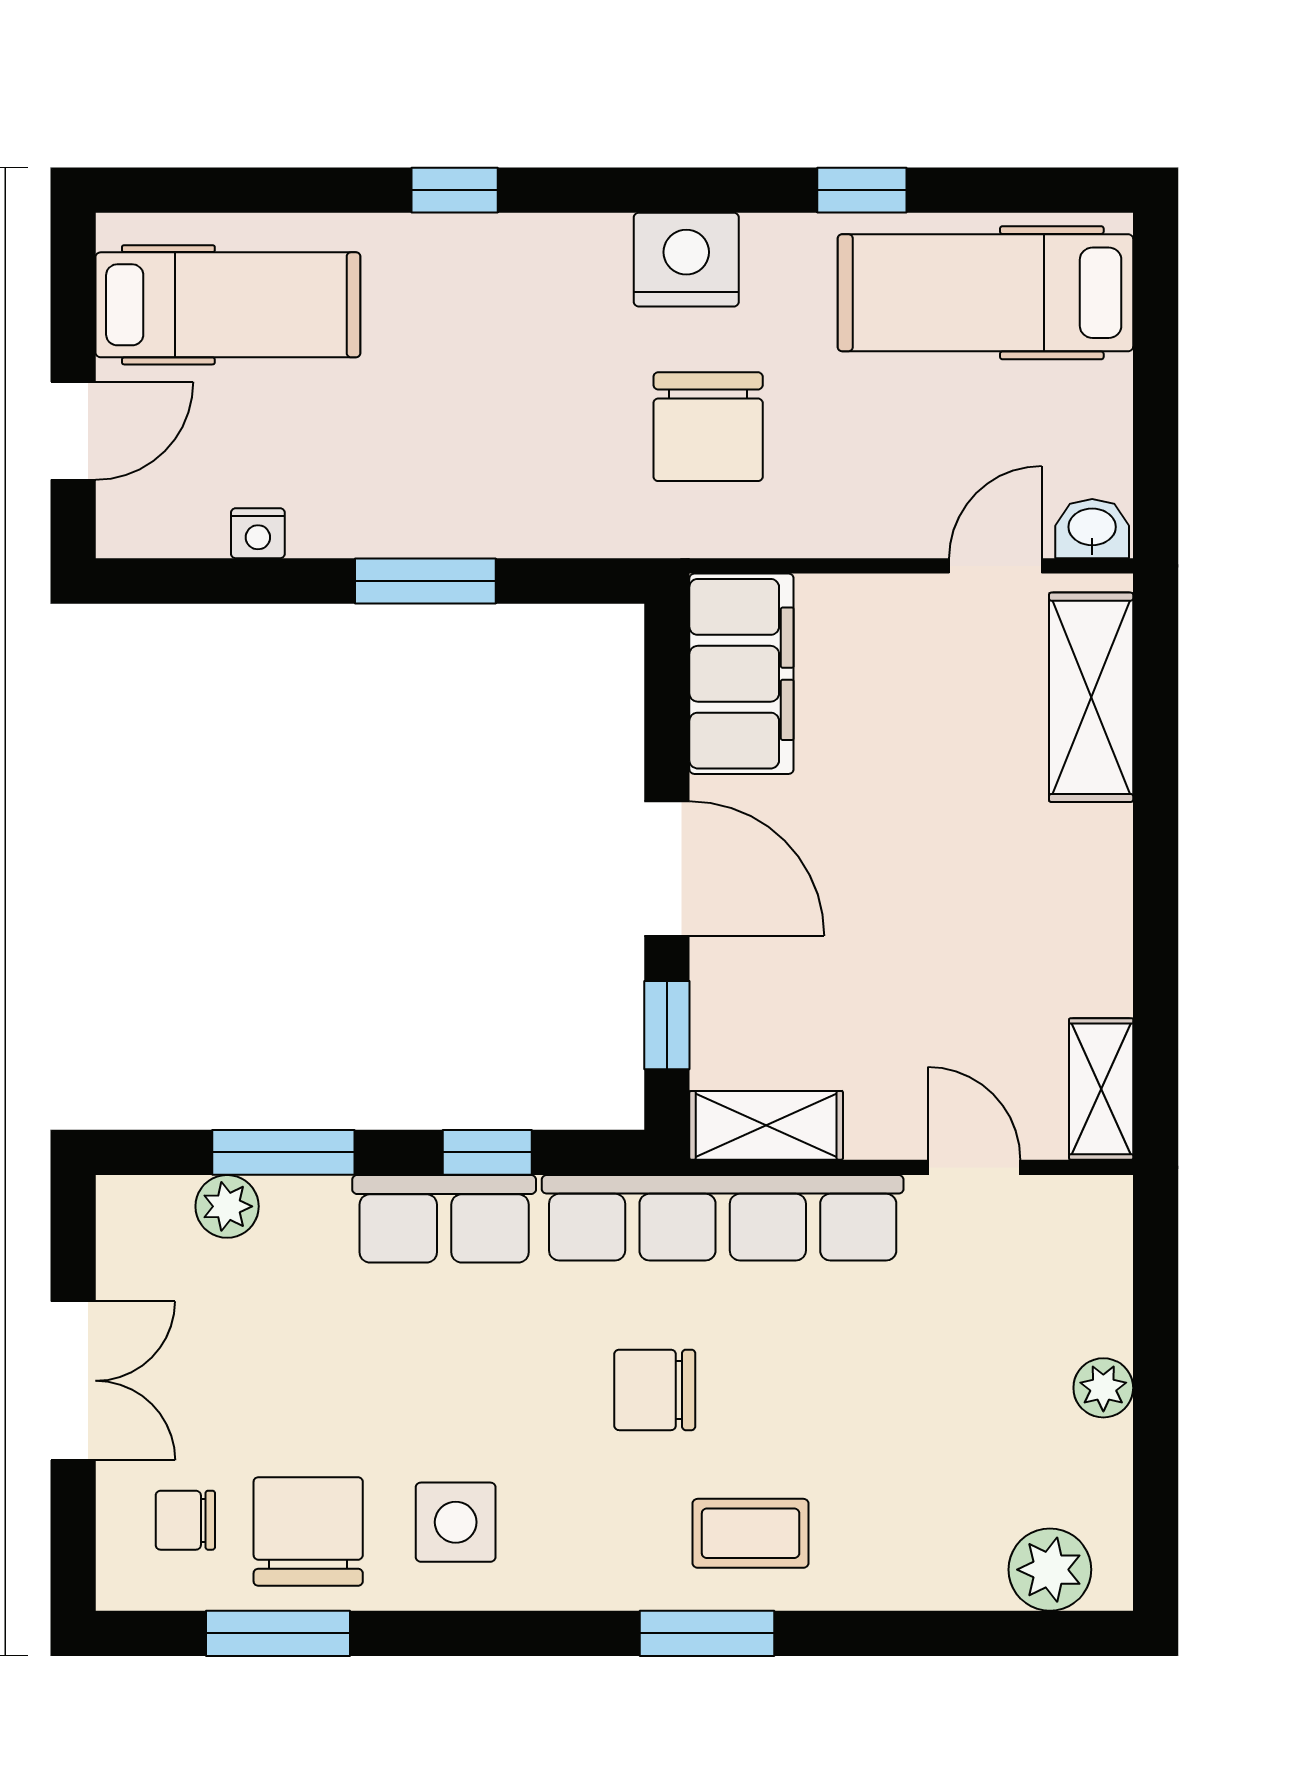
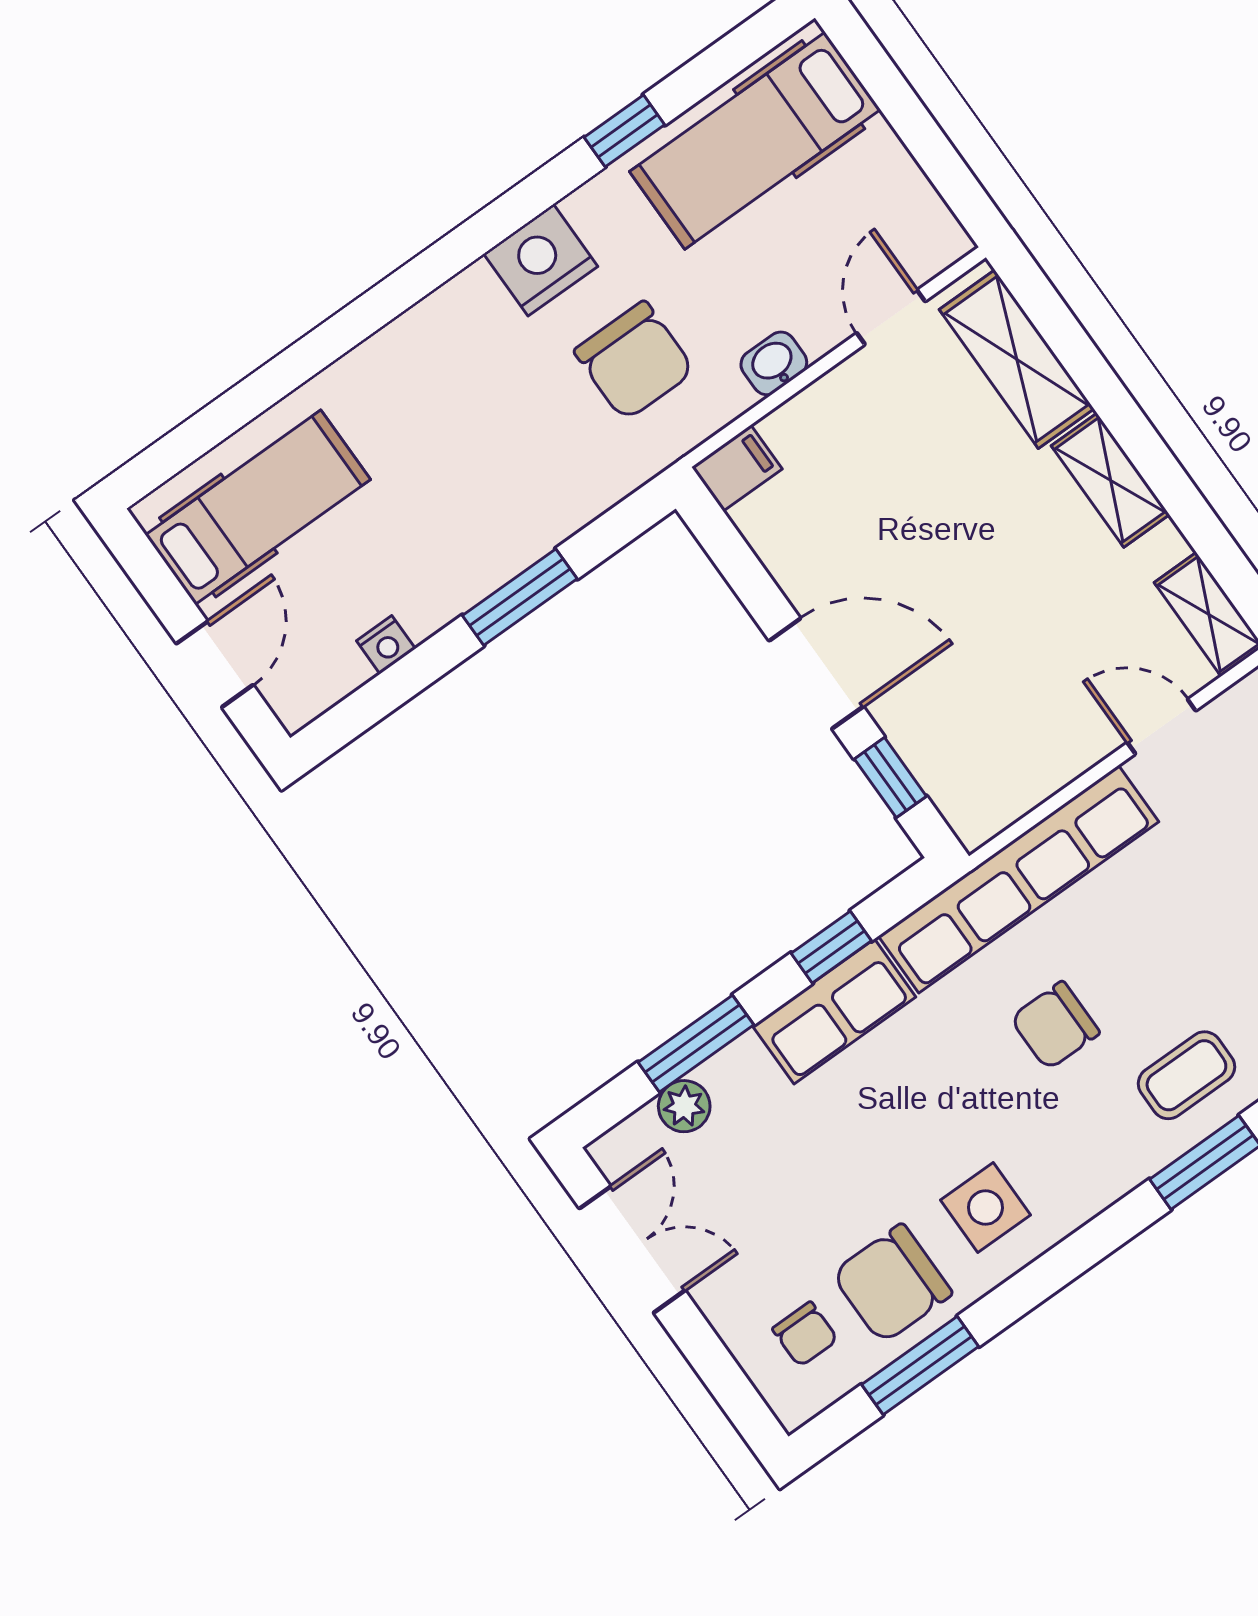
window: (455, 190) -> (354, 324), removed
washbasin: (1092, 529) -> (774, 363), moved
filing cabinet: (741, 674) -> (737, 468), width x0.33, depth x0.86
shelving: (766, 1125) -> (1110, 480), moved, turned 90
double door: (73, 1381) -> (632, 1249), moved
chair: (185, 1520) -> (805, 1334), turned -90
chair: (308, 1531) -> (892, 1284), turned -90

